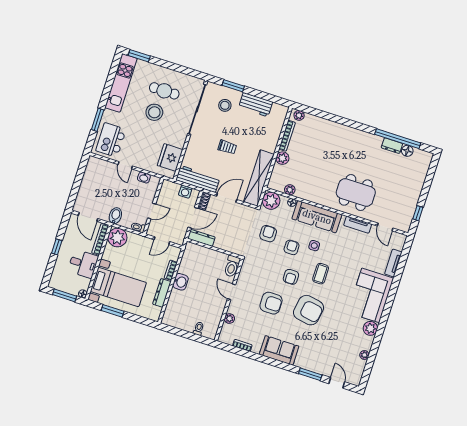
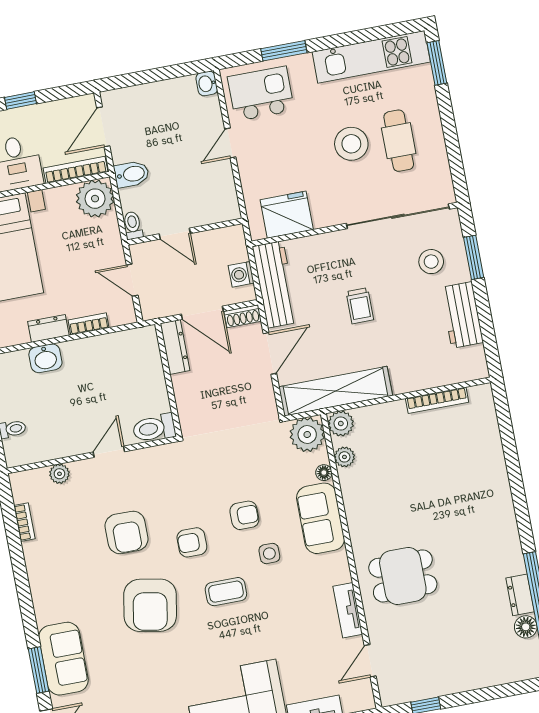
plant: (299, 115) -> (484, 402), removed
plant: (282, 158) -> (341, 424), moved
washbasin: (144, 177) -> (207, 84), moved
dining table: (356, 193) -> (403, 576), width x0.73
door: (227, 198) -> (270, 353), hinge flipped
sofa: (317, 217) -> (321, 518), width x0.73
armchair: (268, 234) -> (246, 461), removed
washbasin: (180, 282) -> (45, 358), moved
dresser: (162, 293) -> (48, 328), width x0.70
sofa: (279, 350) -> (63, 659), moved

